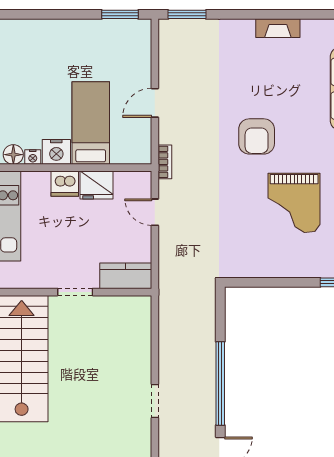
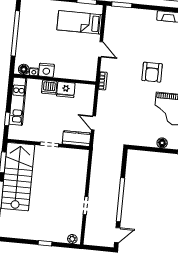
door: (155, 103) -> (100, 49), swing flipped
bed: (91, 123) -> (80, 22), moved, turned -90
door: (155, 212) -> (93, 123), moved
floor lamp: (288, 268) -> (162, 143), added

